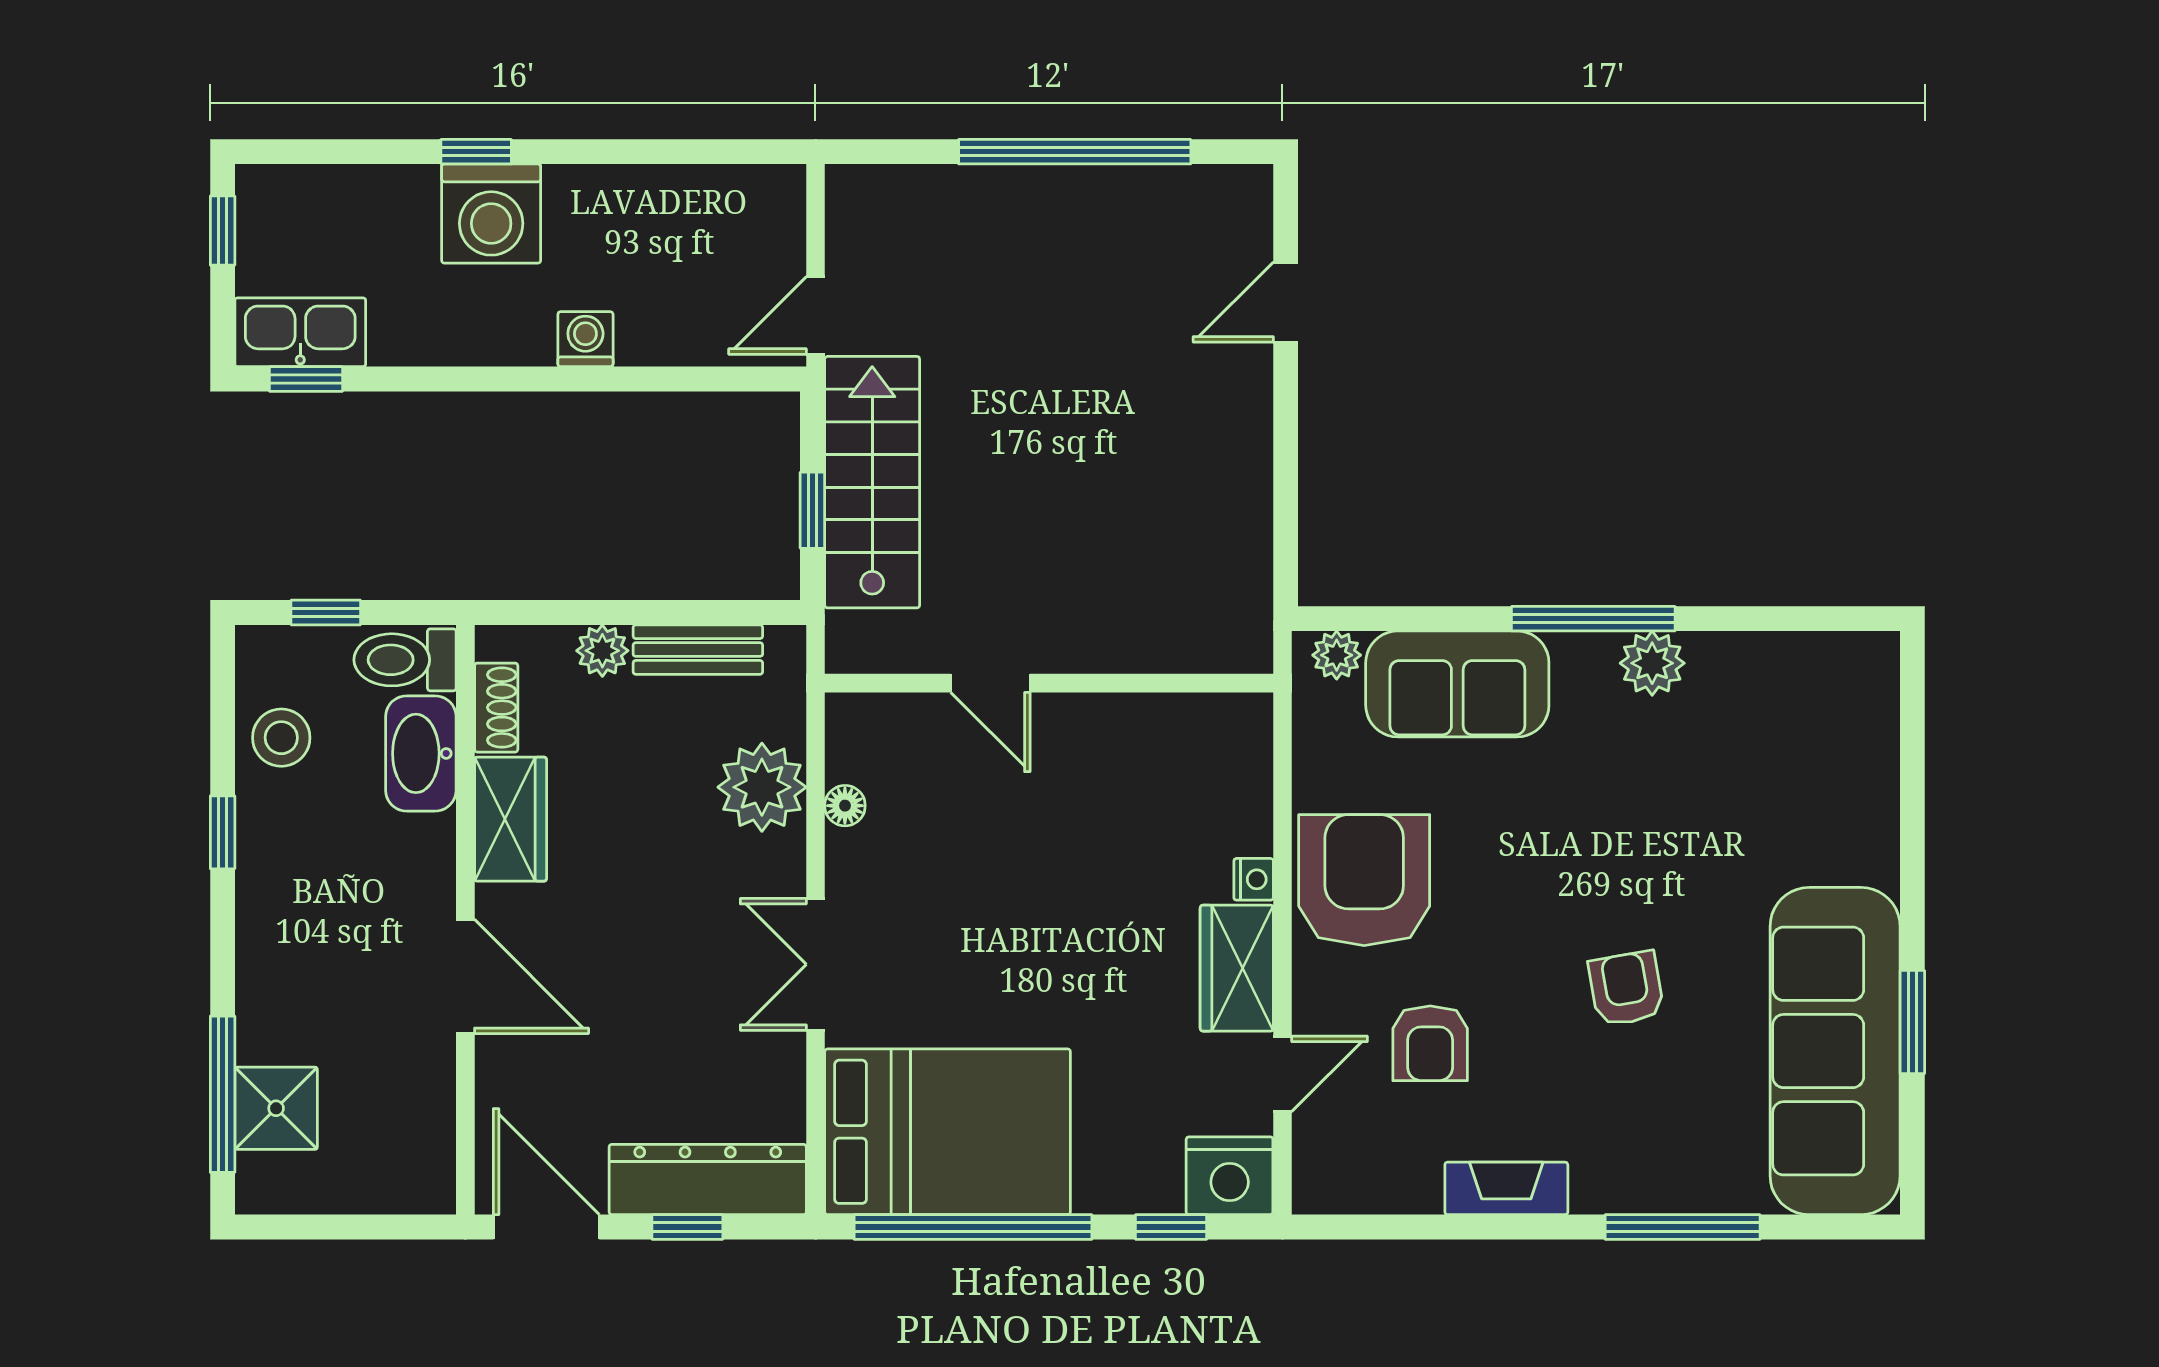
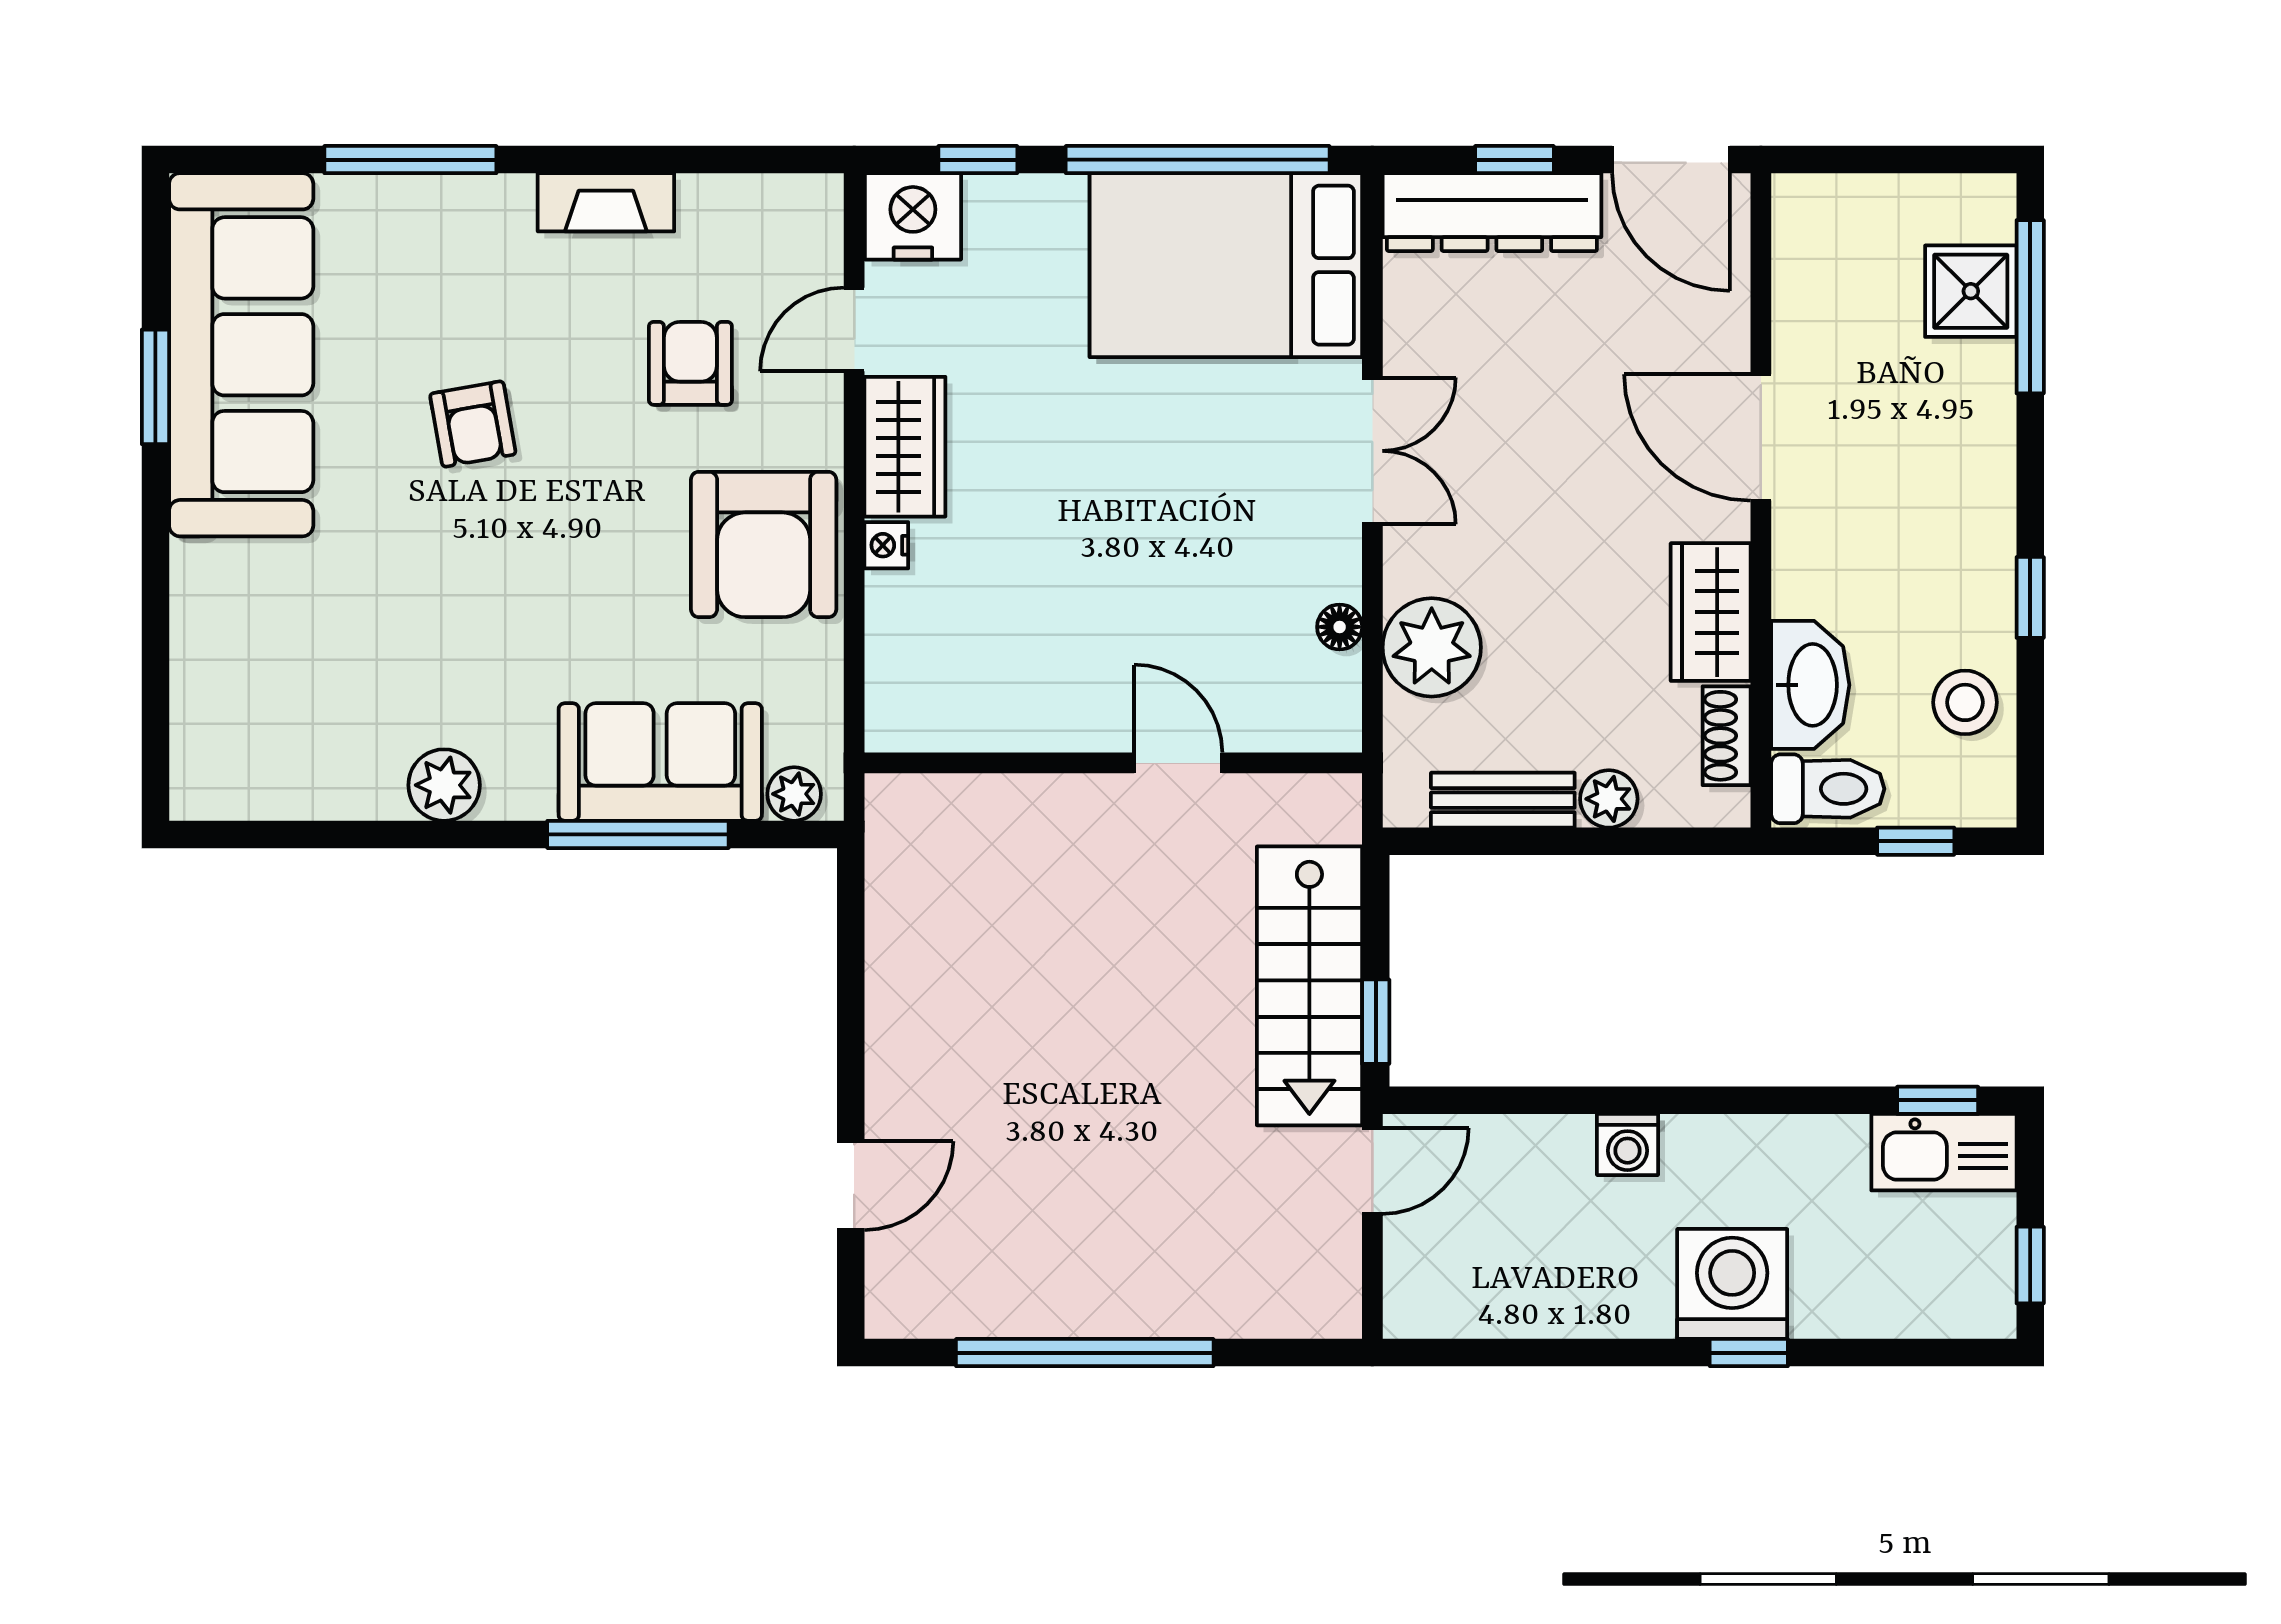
window: (812, 510) -> (1376, 1022), moved
window: (1593, 619) -> (638, 834), moved

